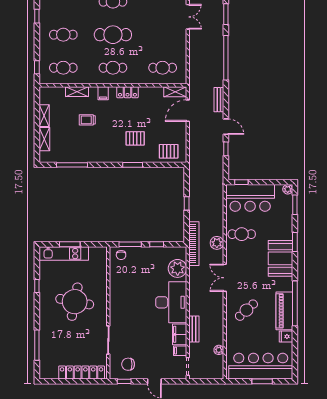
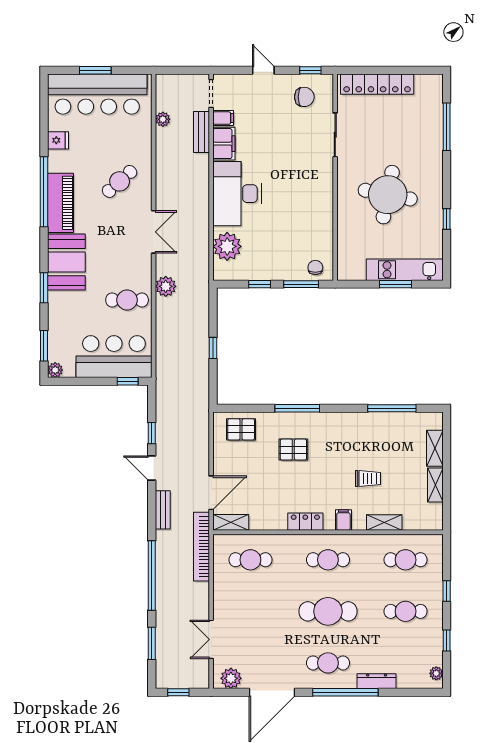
window: (37, 67) -> (447, 591), moved
window: (133, 165) -> (297, 408), width x1.44
bookcase: (194, 244) -> (202, 547), moved
piano: (284, 311) -> (60, 203), moved
bench: (194, 329) -> (201, 132), moved

